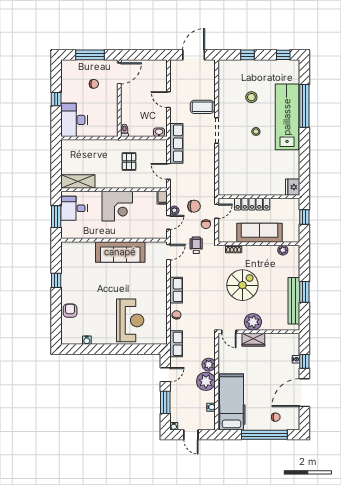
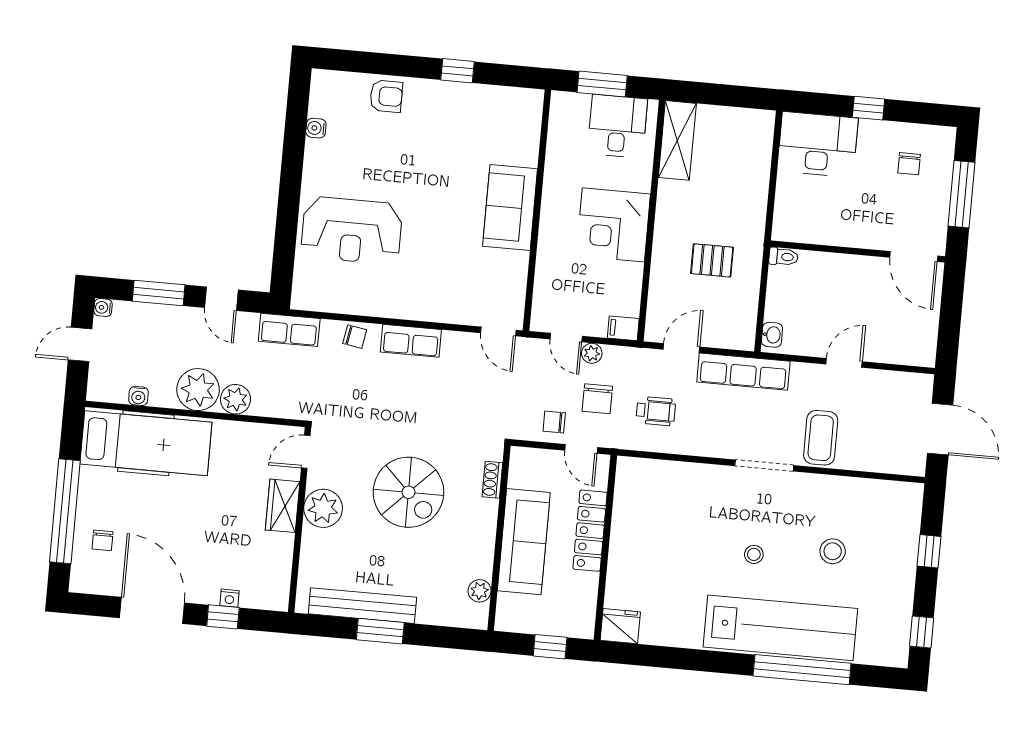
chair: (94, 84) -> (909, 164), moved
wheelchair: (196, 245) -> (656, 411), moved
sofa: (120, 252) -> (510, 207), width x0.73

